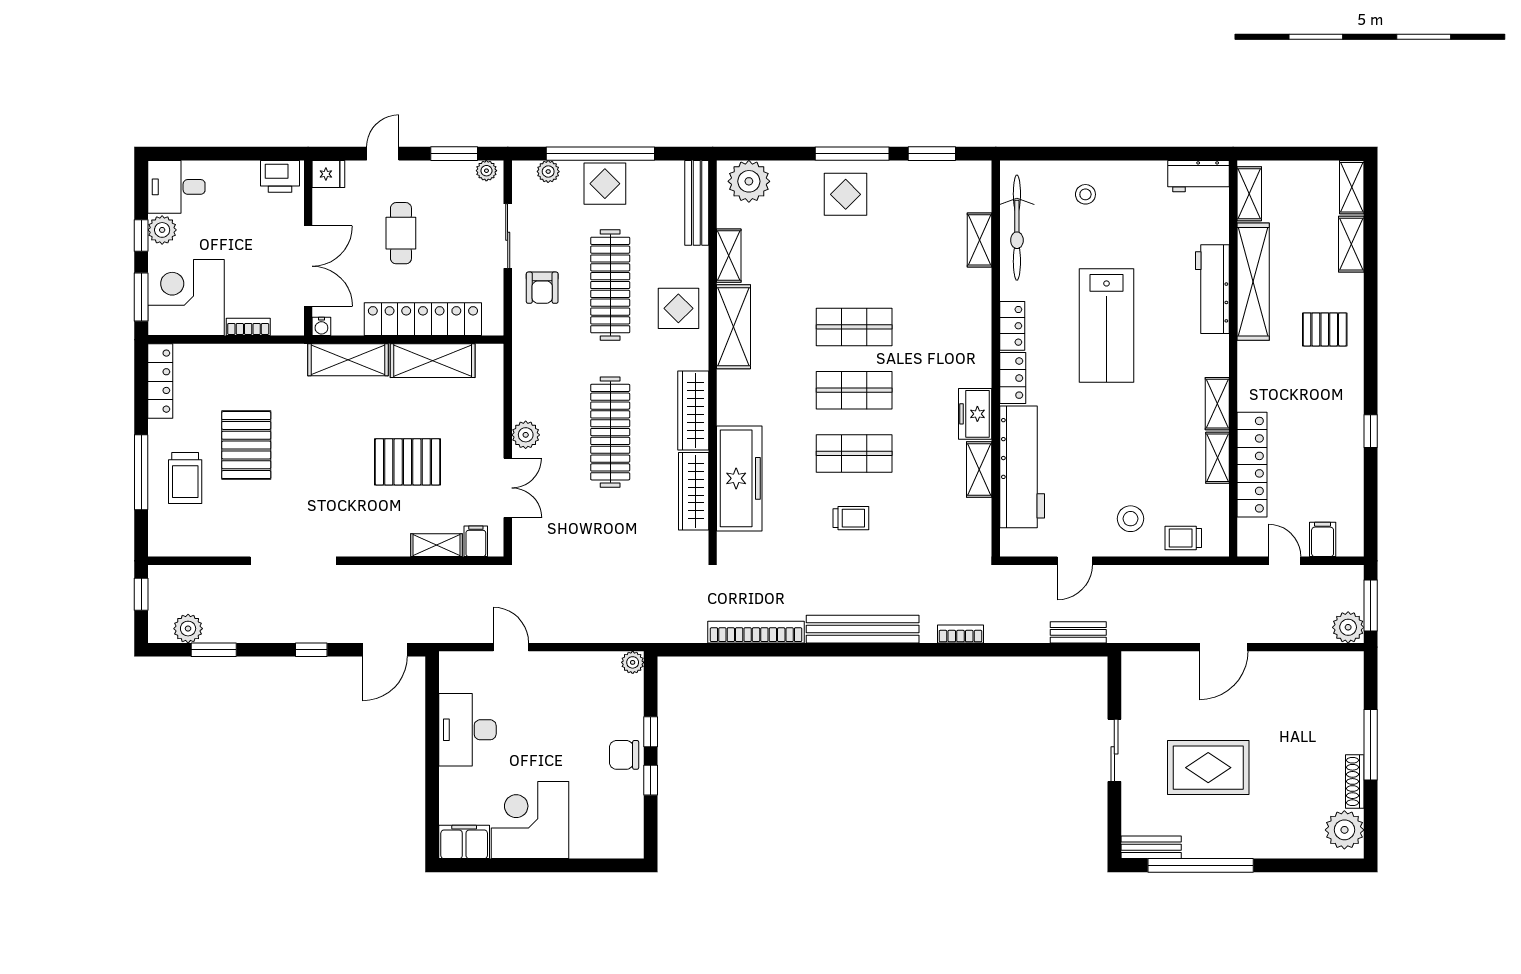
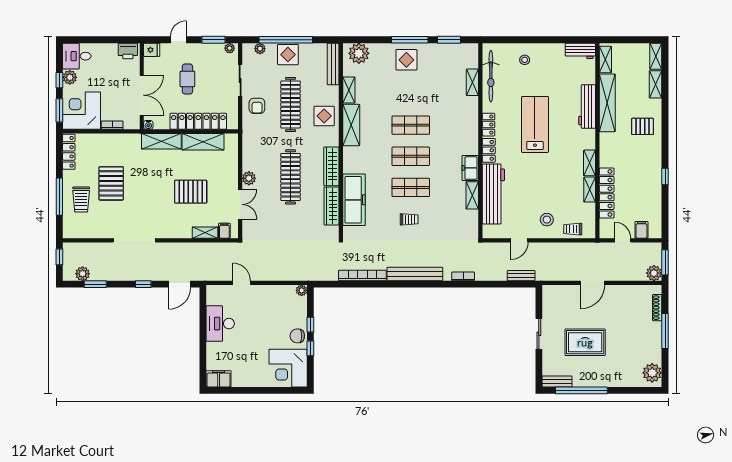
lab bench: (1107, 326) -> (535, 124), turned 180
shoe rack: (1355, 781) -> (657, 308), moved
corner desk: (530, 820) -> (288, 368), moved, turned -90

